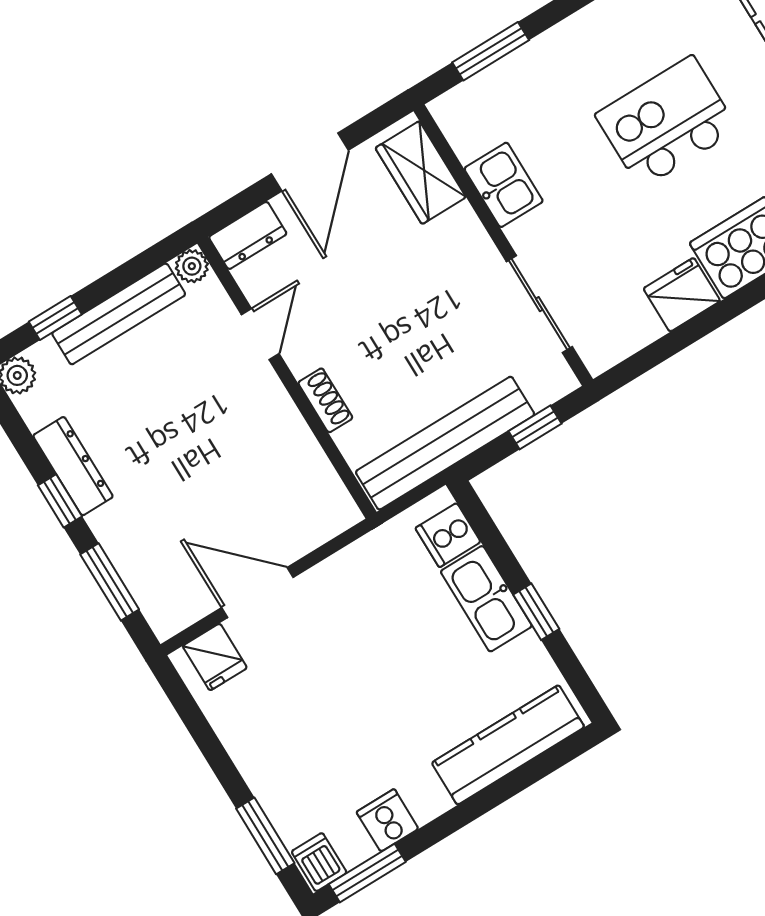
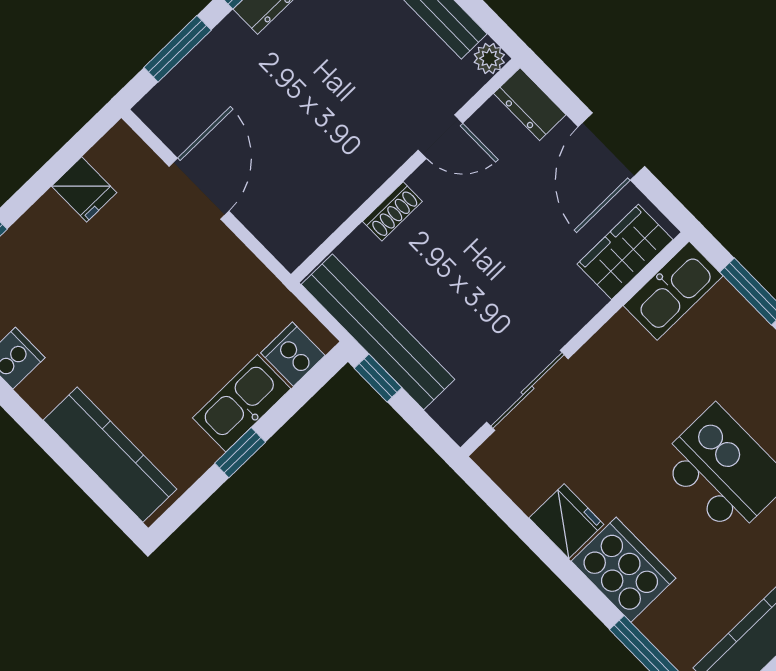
door: (310, 162) -> (611, 147), hinge flipped
kitchen sink: (504, 185) -> (673, 291), moved, width x1.38
window: (535, 427) -> (378, 378), moved
fridge: (215, 657) -> (84, 189), moved, turned -90

